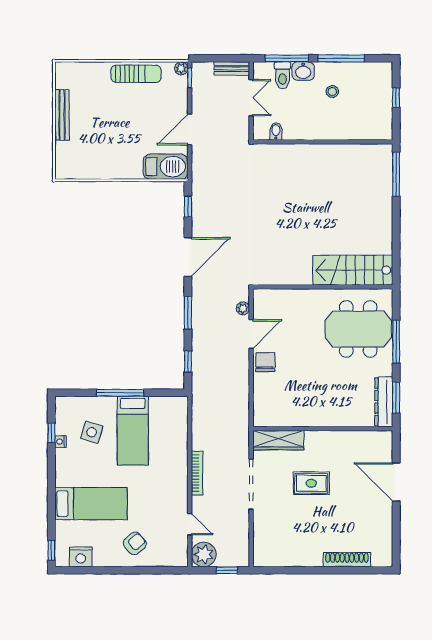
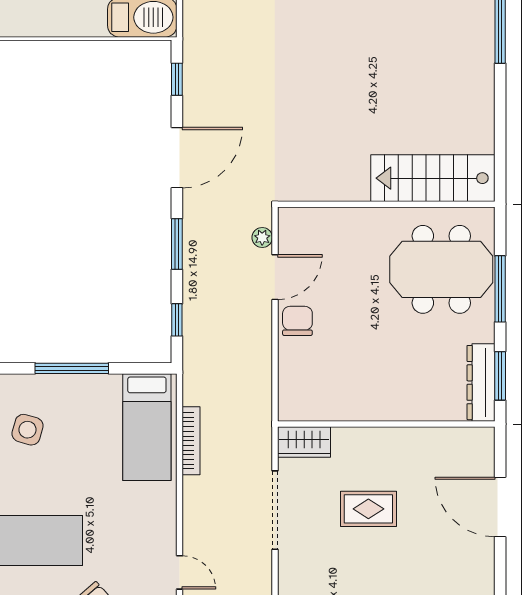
bed: (133, 431) -> (147, 427), moved
wardrobe: (278, 440) -> (304, 442), width x0.67
bookcase: (197, 473) -> (191, 441), moved

